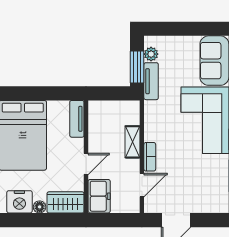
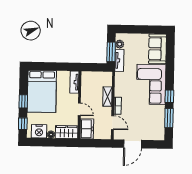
door: (86, 164) -> (79, 109), hinge flipped
door: (142, 185) -> (113, 123), hinge flipped

